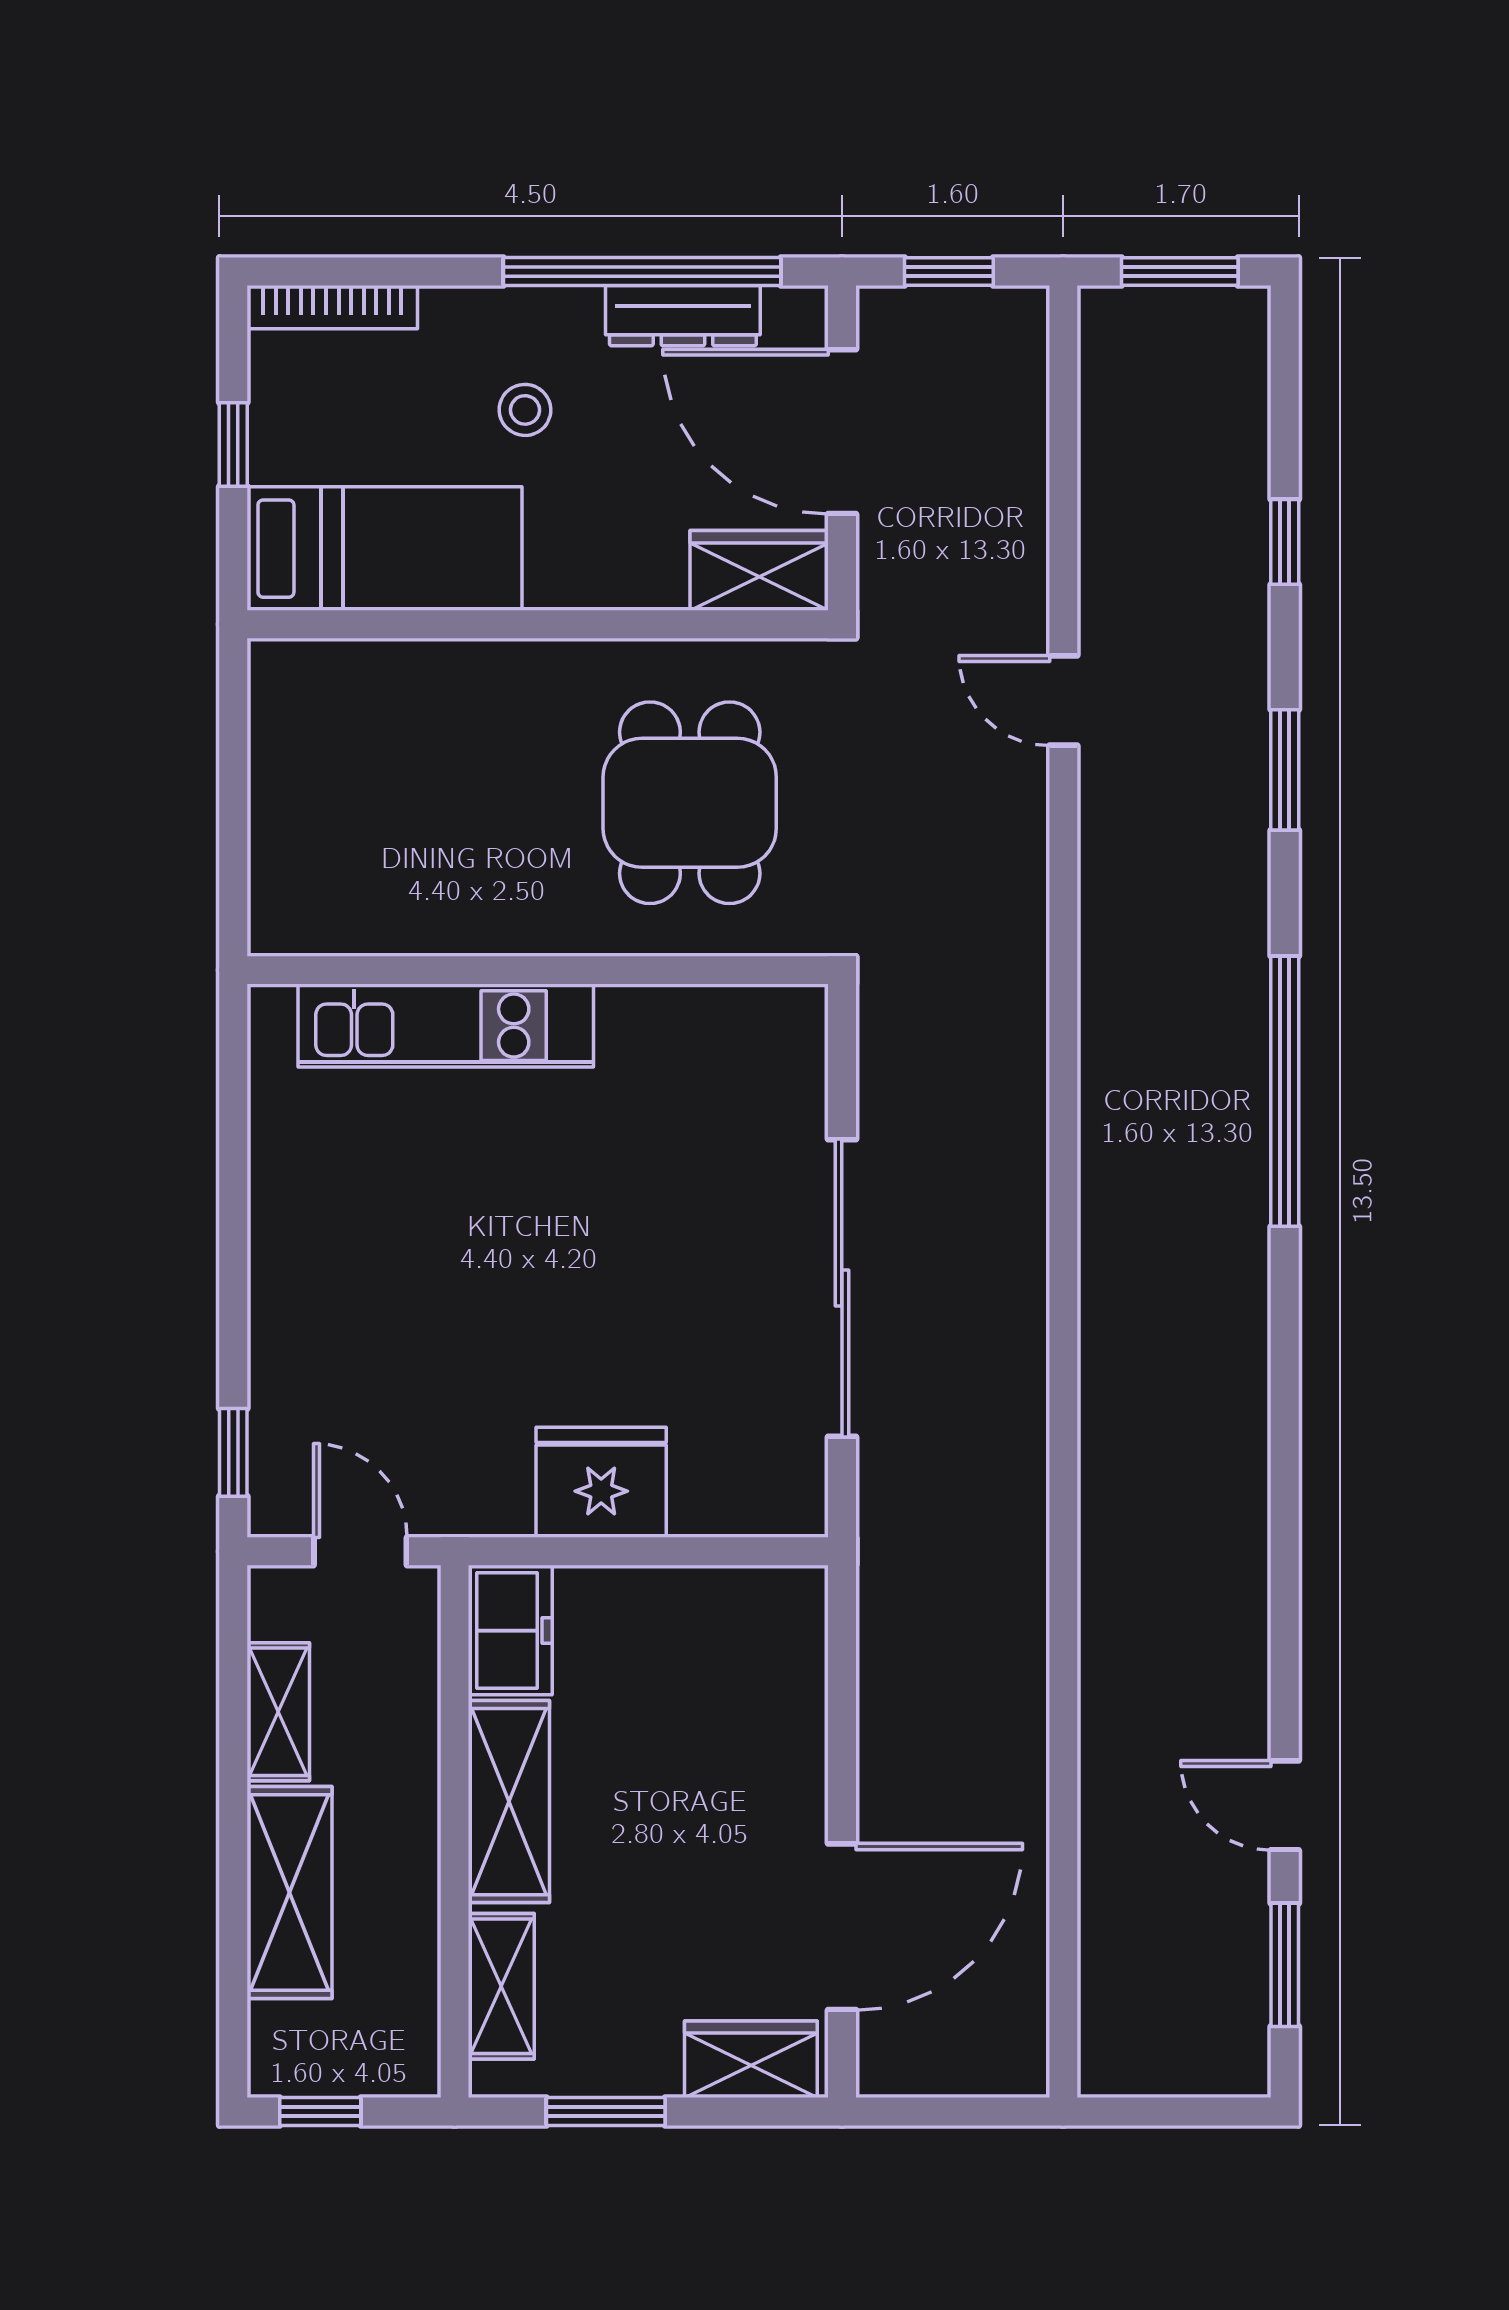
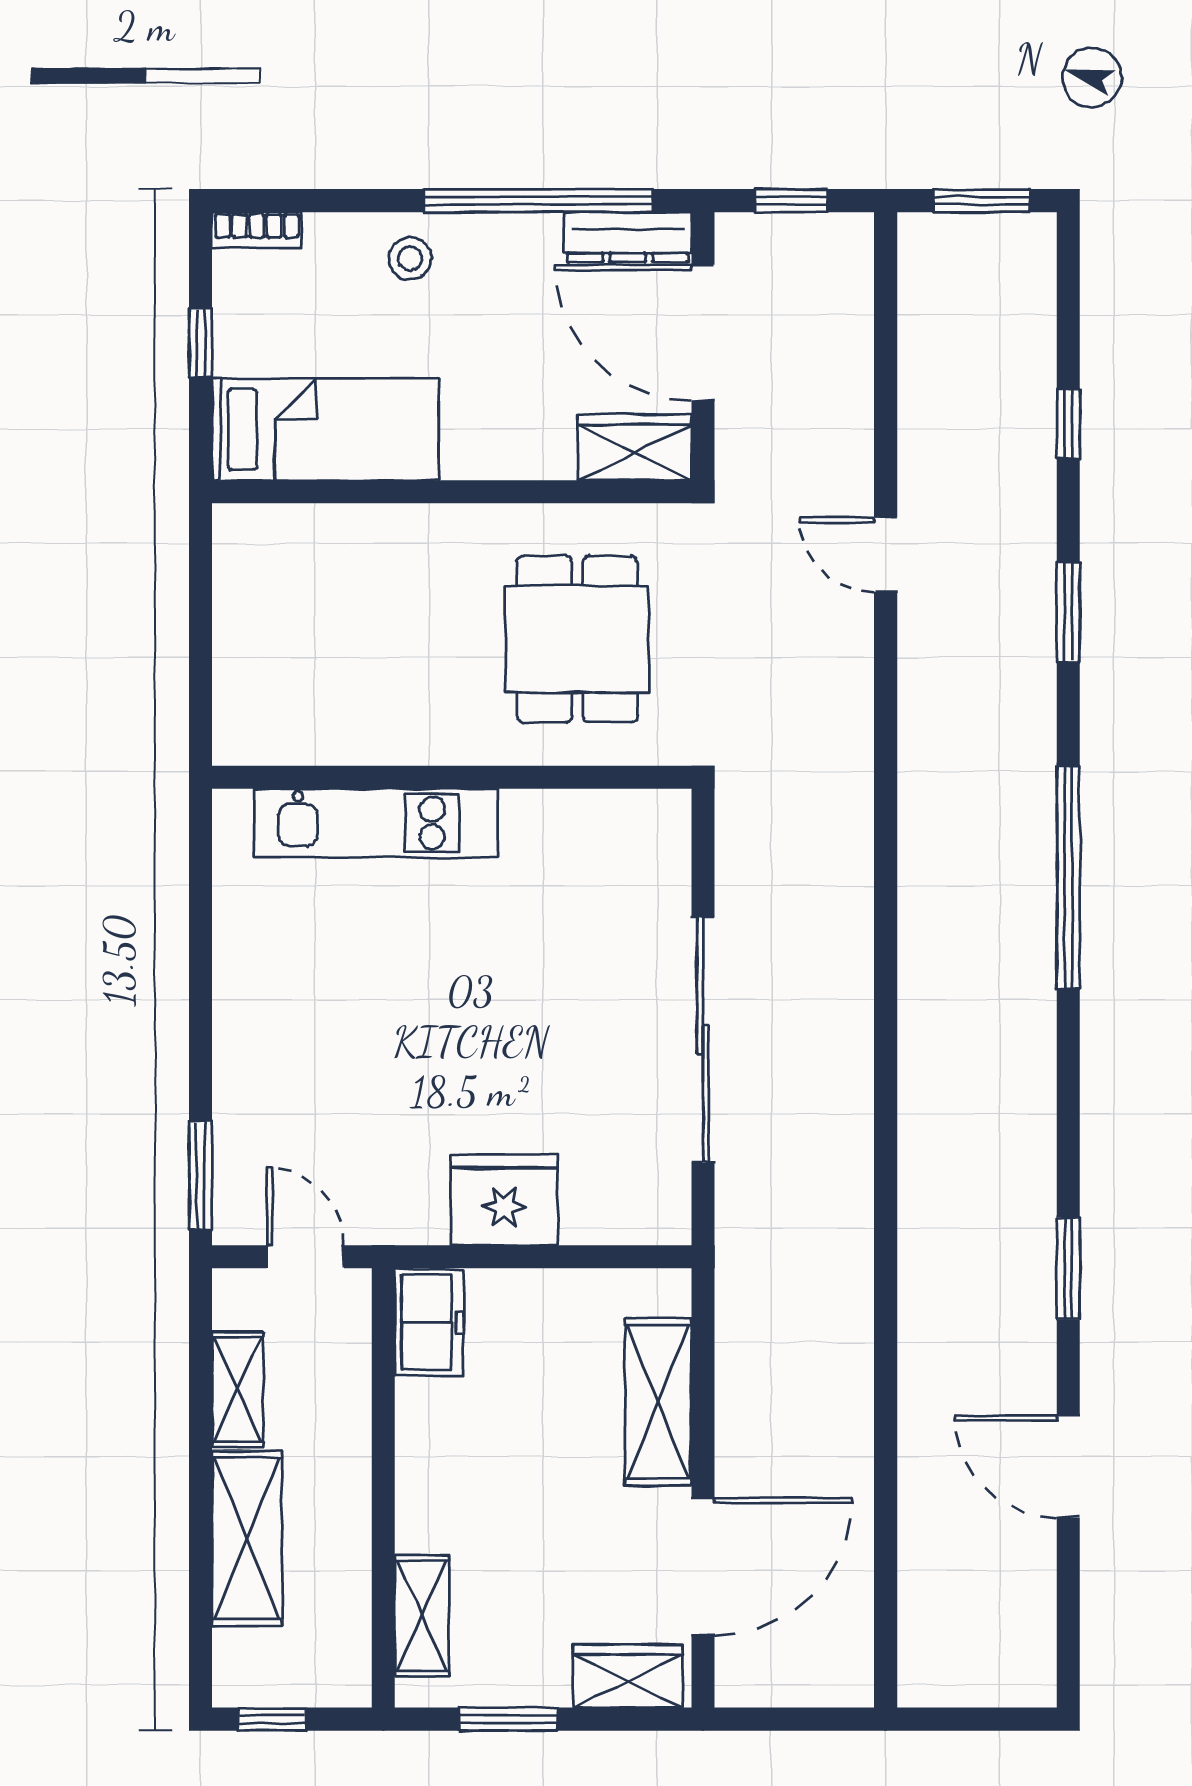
bookcase: (332, 307) -> (257, 230), width x0.64
dresser: (683, 316) -> (628, 237), moved
stool: (525, 410) -> (410, 259), moved
window: (233, 1452) -> (201, 1175), width x1.50
shelving: (509, 1802) -> (658, 1402), moved
door: (1285, 1805) -> (1068, 1466), width x1.38
window: (1285, 1965) -> (1068, 1268), moved

